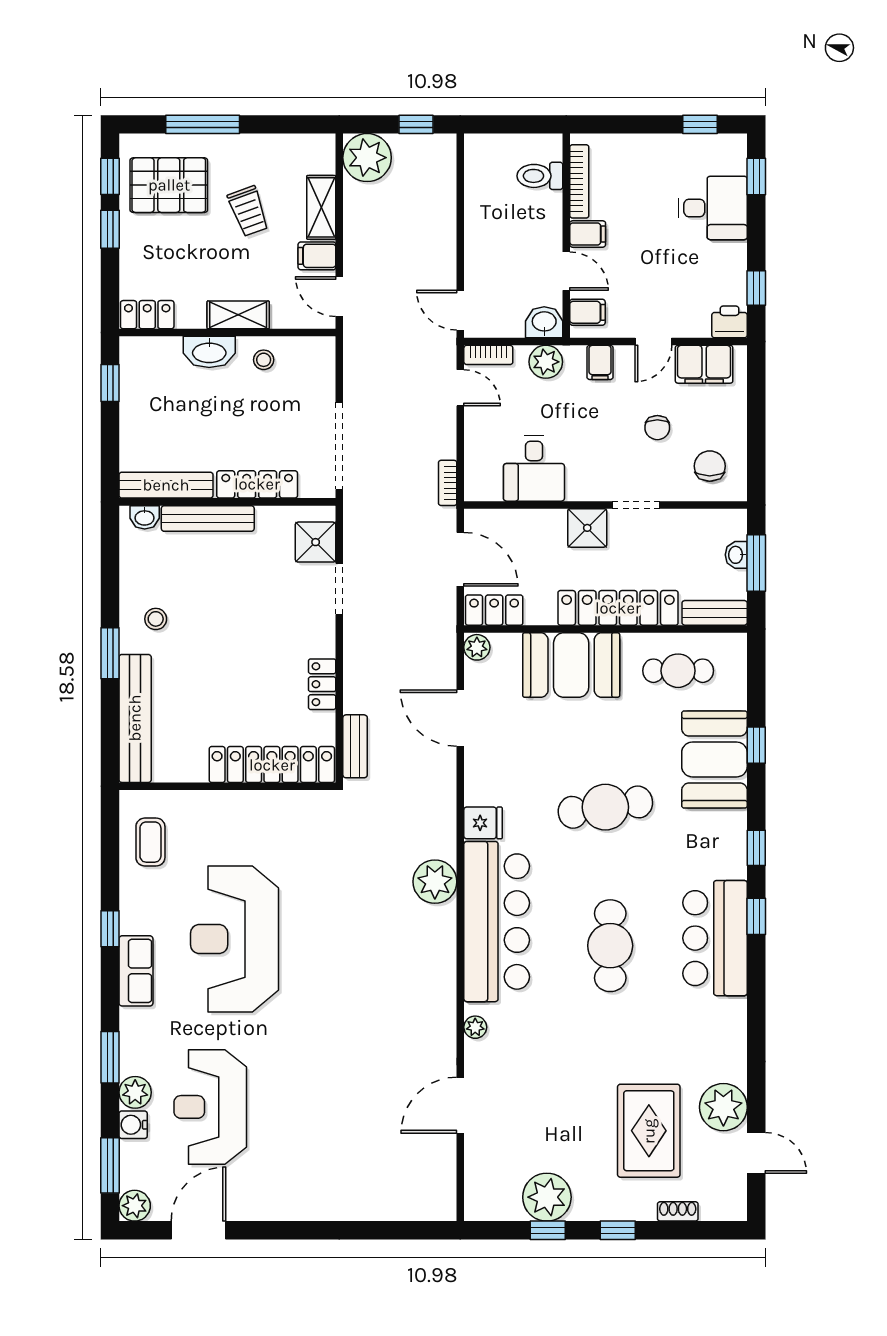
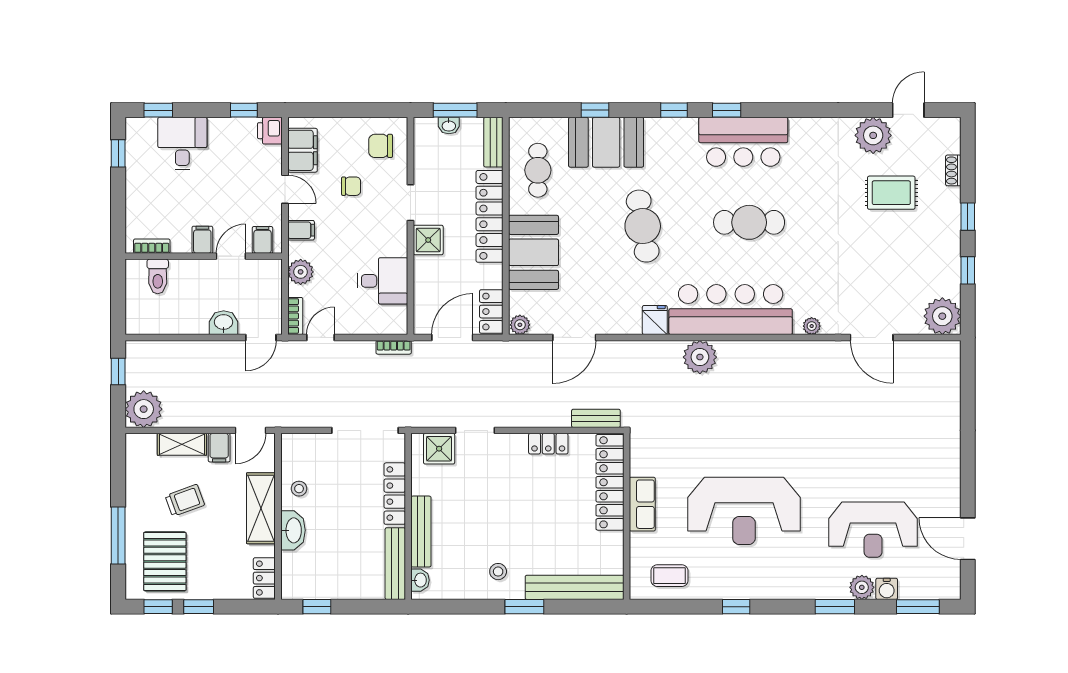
bookcase: (579, 181) -> (152, 246), width x0.64
shelving: (238, 315) -> (261, 508), width x1.50, depth x1.33
washbasin: (544, 322) -> (224, 323), moved, turned 90
row of seats: (136, 971) -> (642, 504), moved, turned 90
rug: (649, 1131) -> (891, 193), width x0.73, depth x0.70
plant: (547, 1197) -> (942, 316), moved
plant: (135, 1206) -> (949, 588), removed

